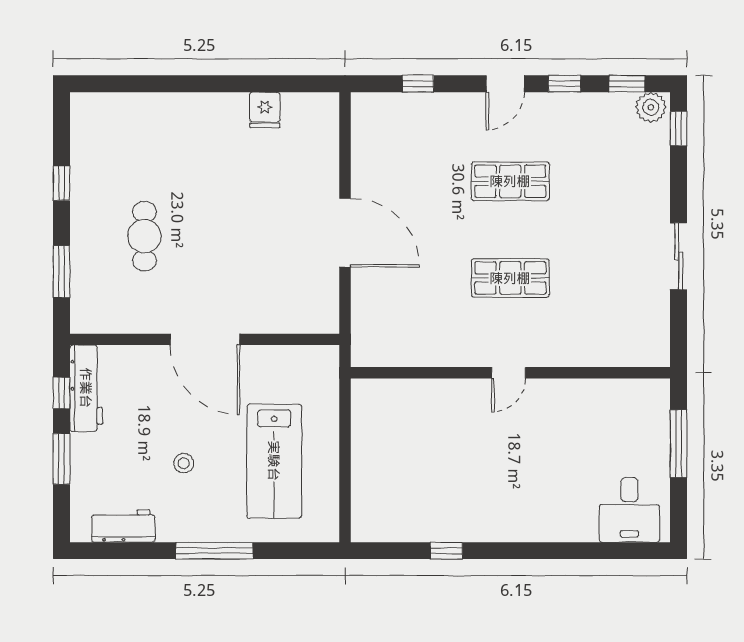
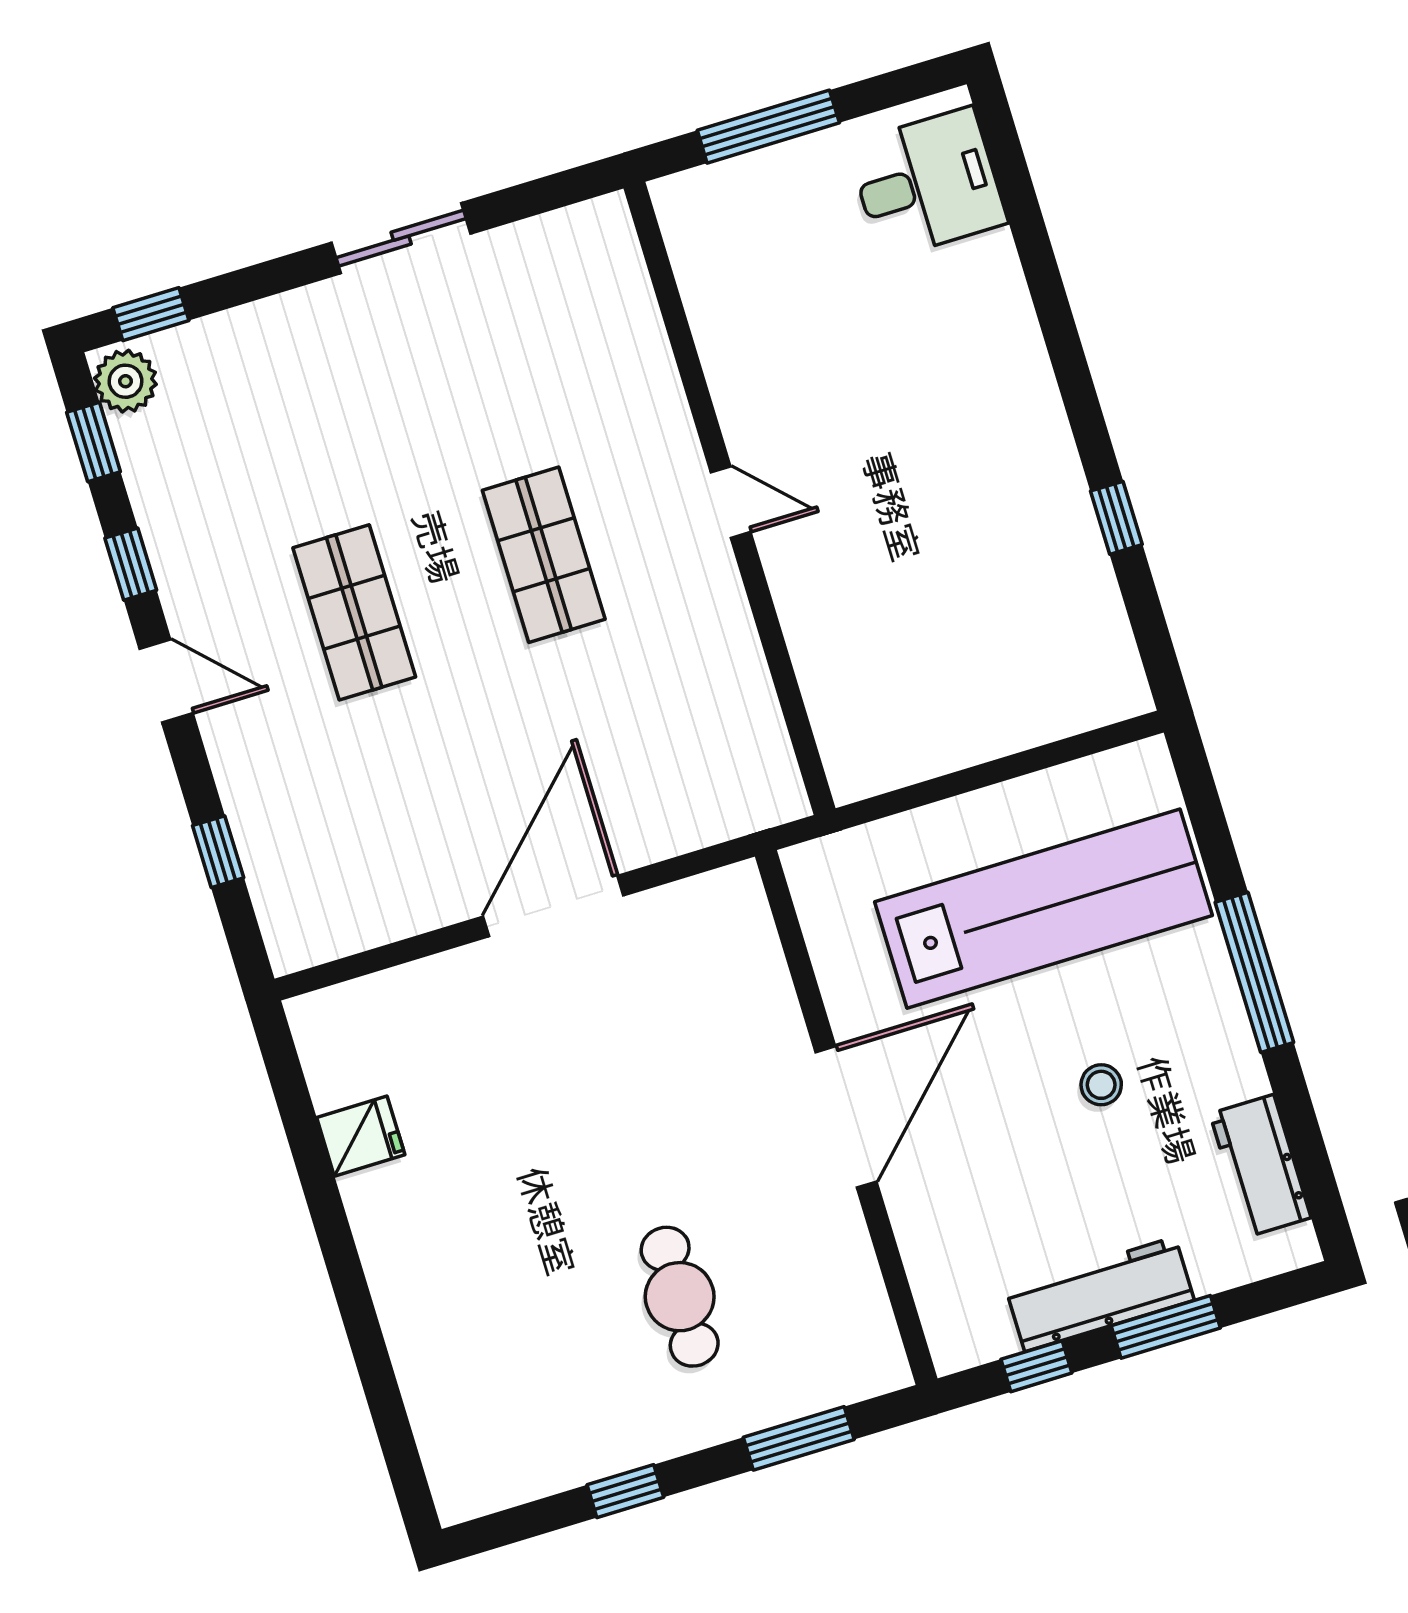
cafe table: (145, 236) -> (680, 1297), turned 90
workbench: (86, 388) -> (1100, 1294), moved
lab bench: (274, 461) -> (1043, 909), width x1.36

